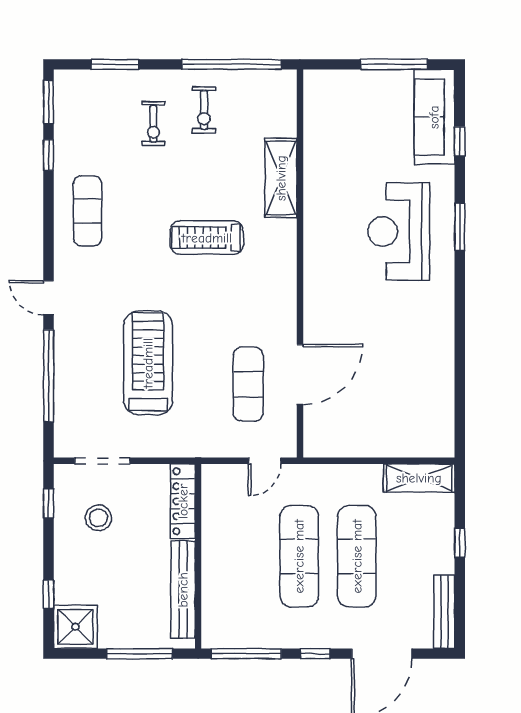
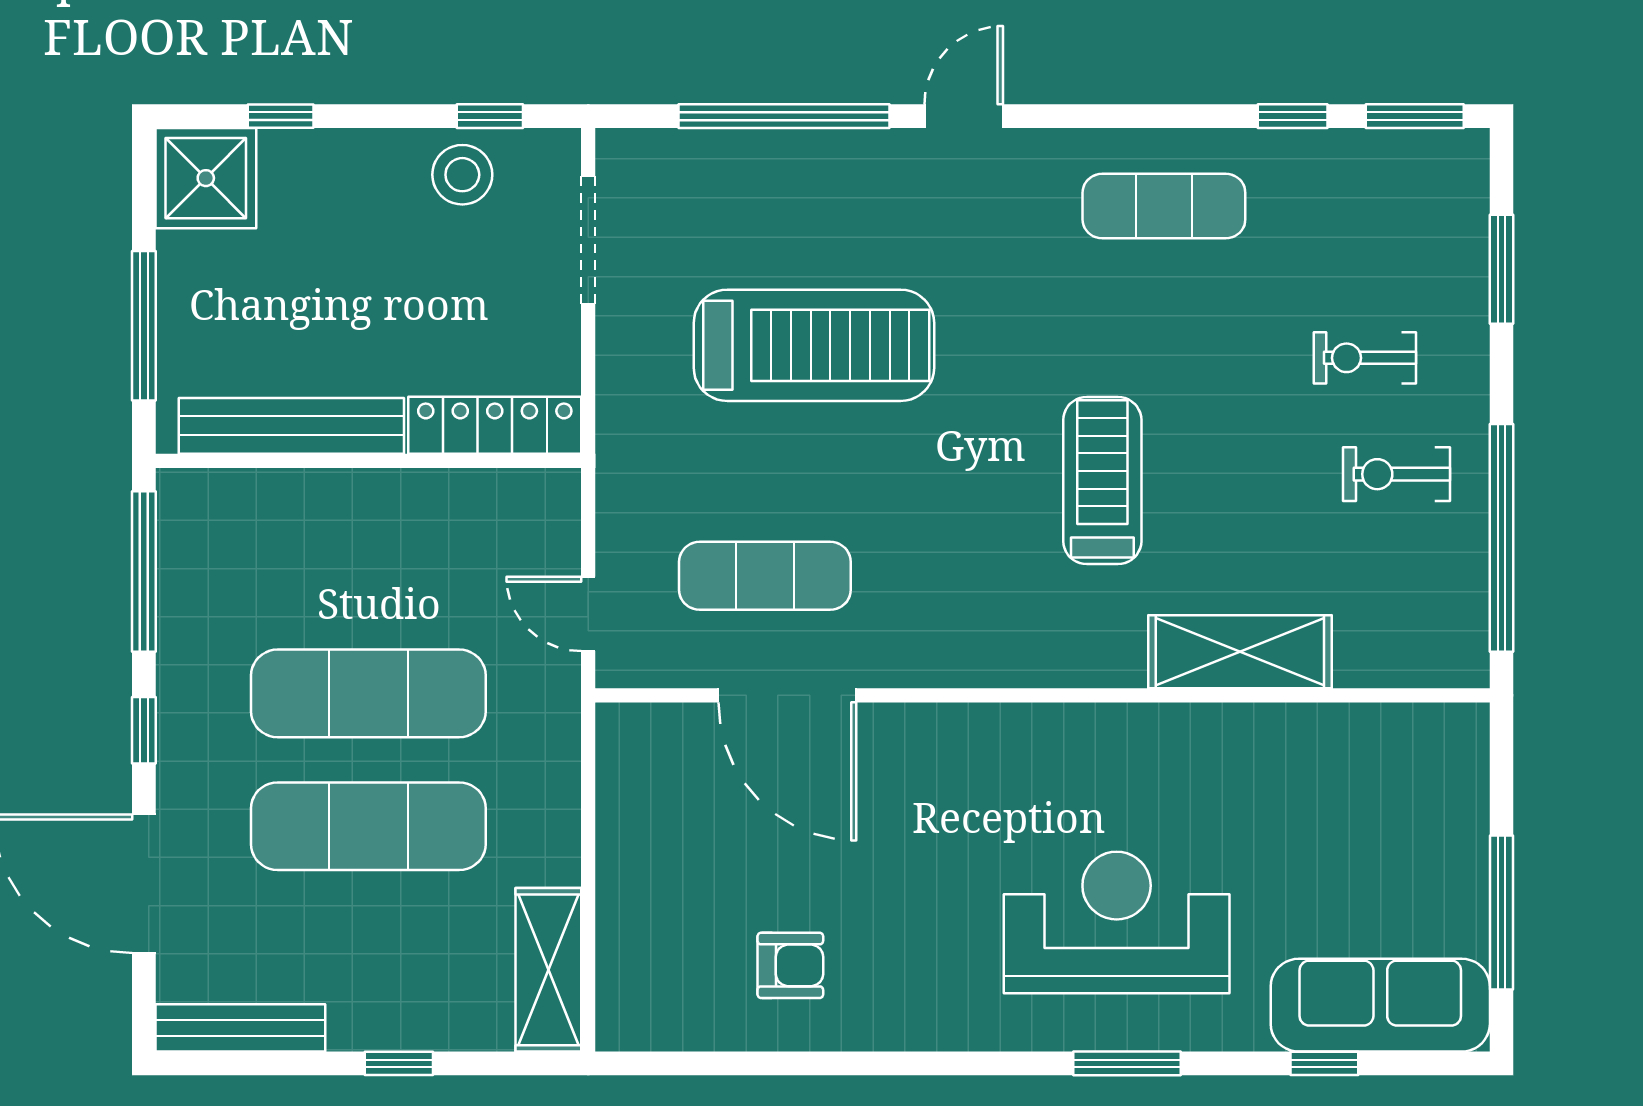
armchair: (417, 373) -> (790, 965), added
stool: (98, 518) -> (462, 175), moved

